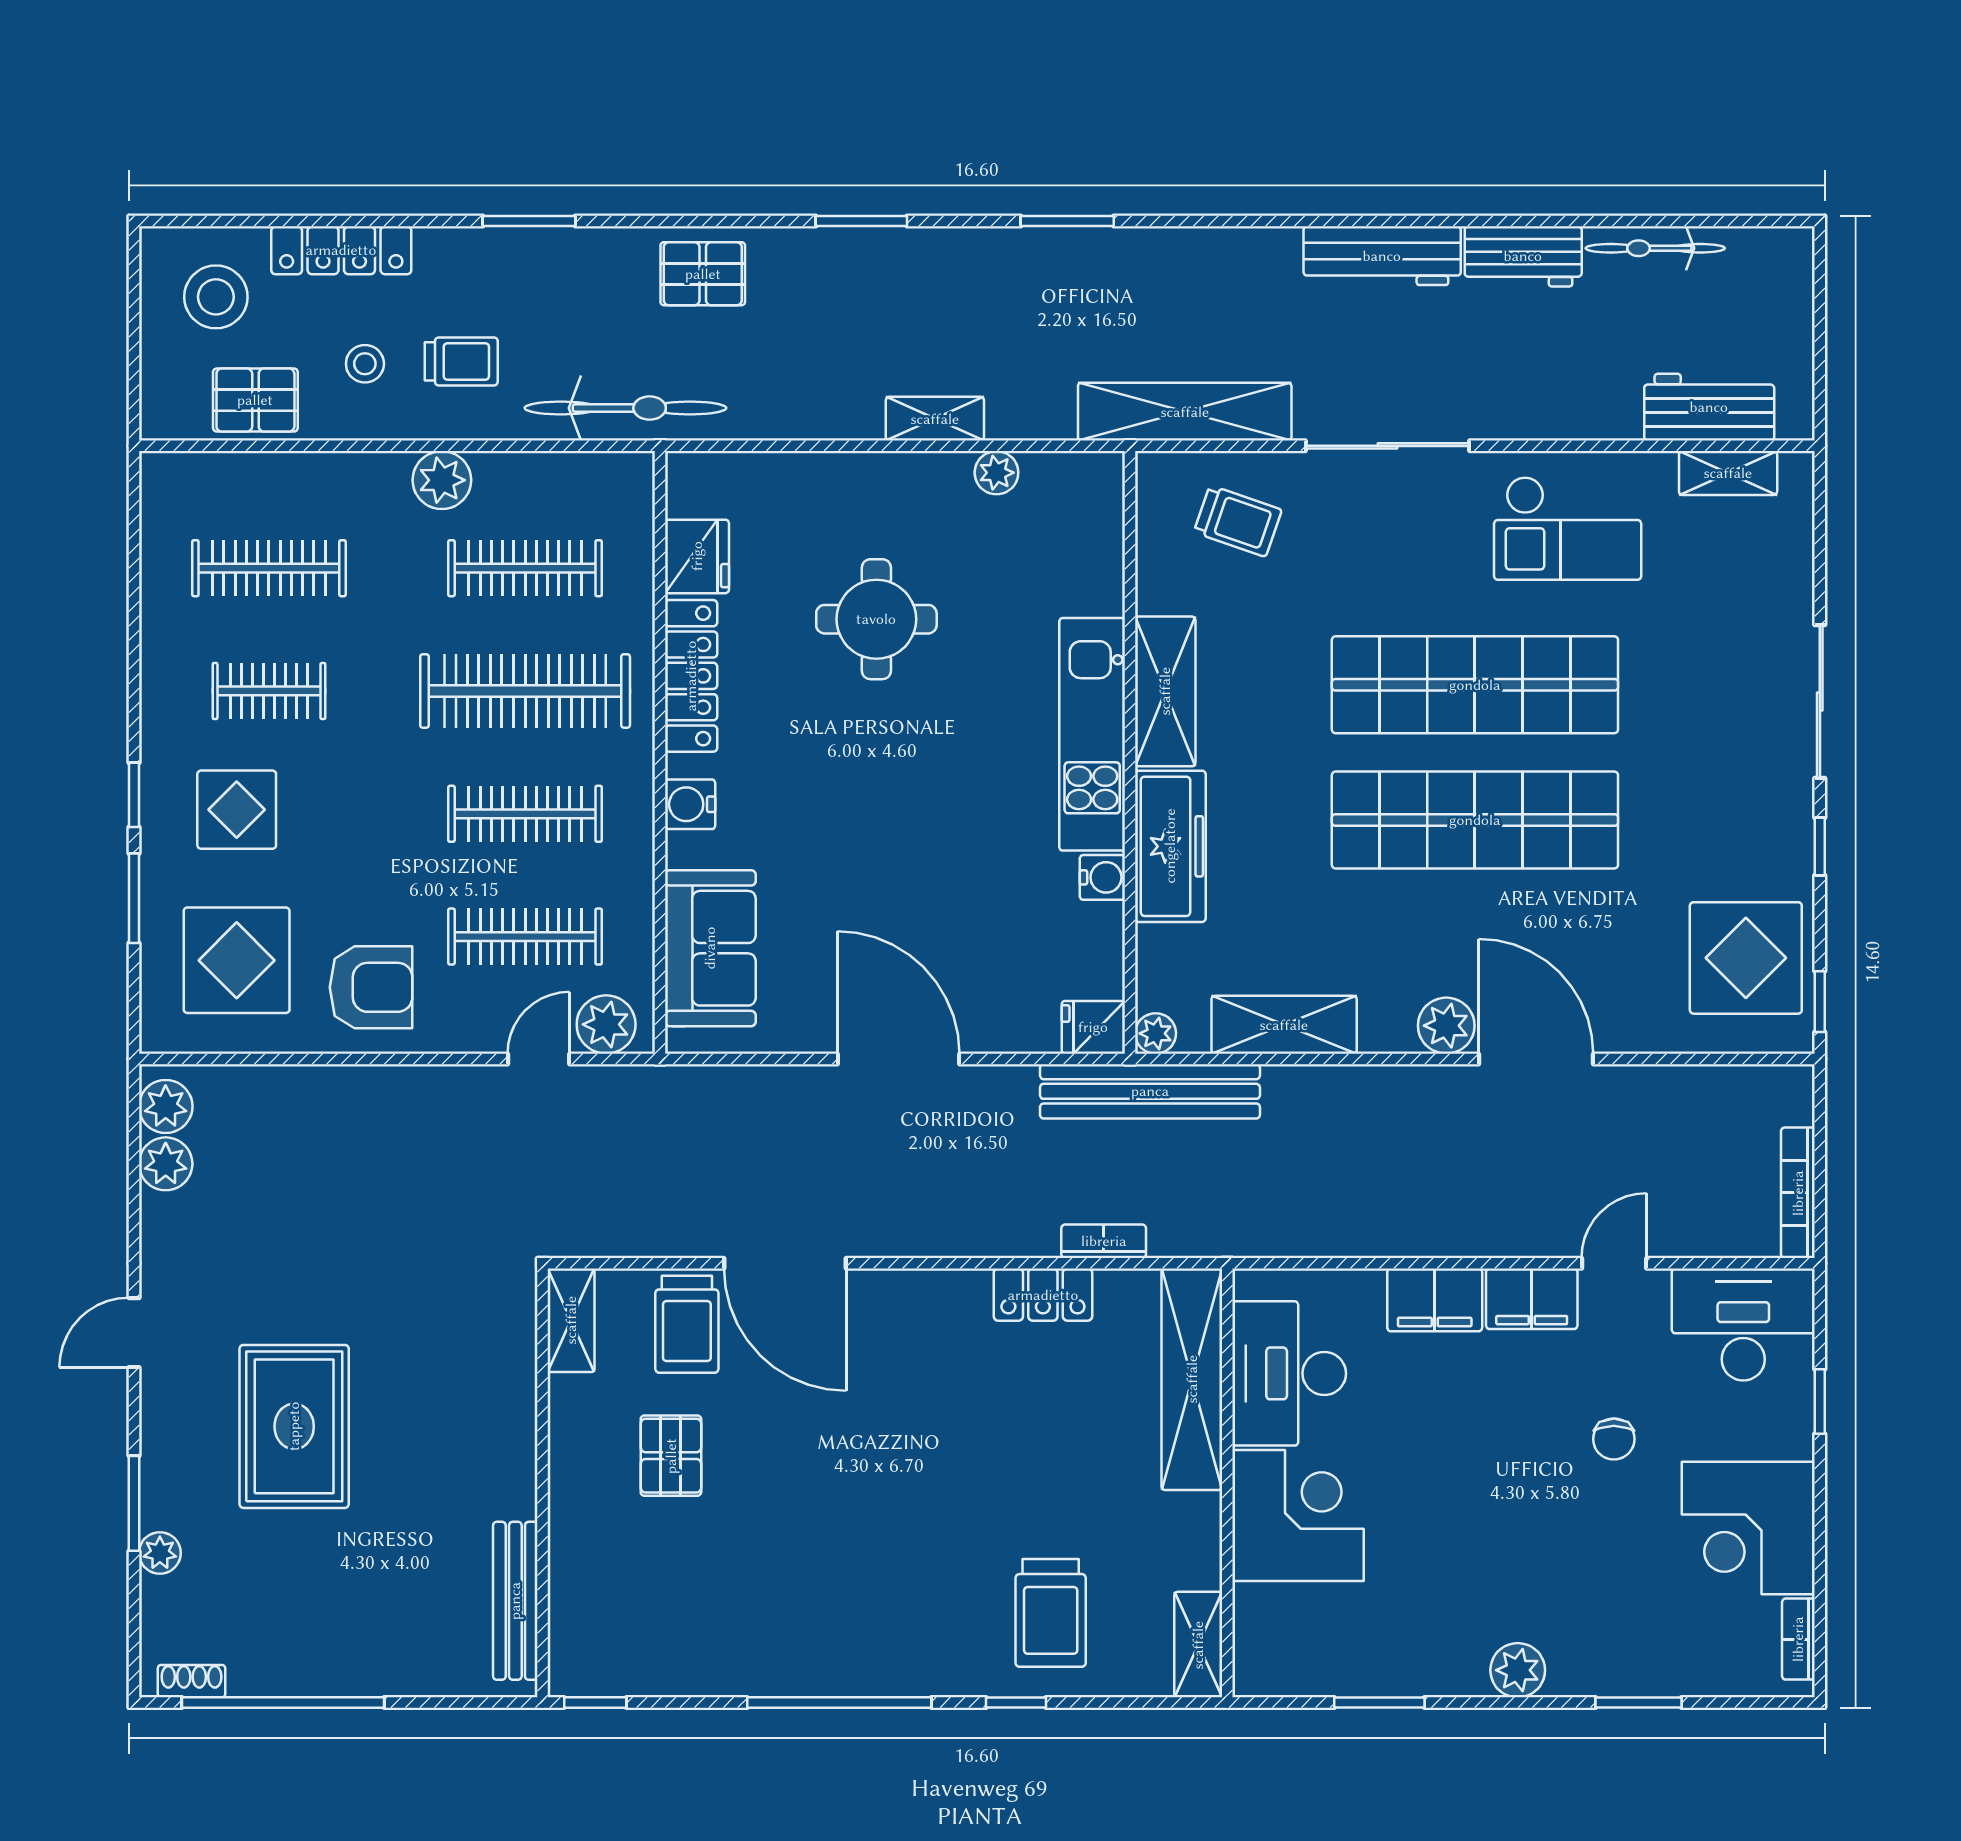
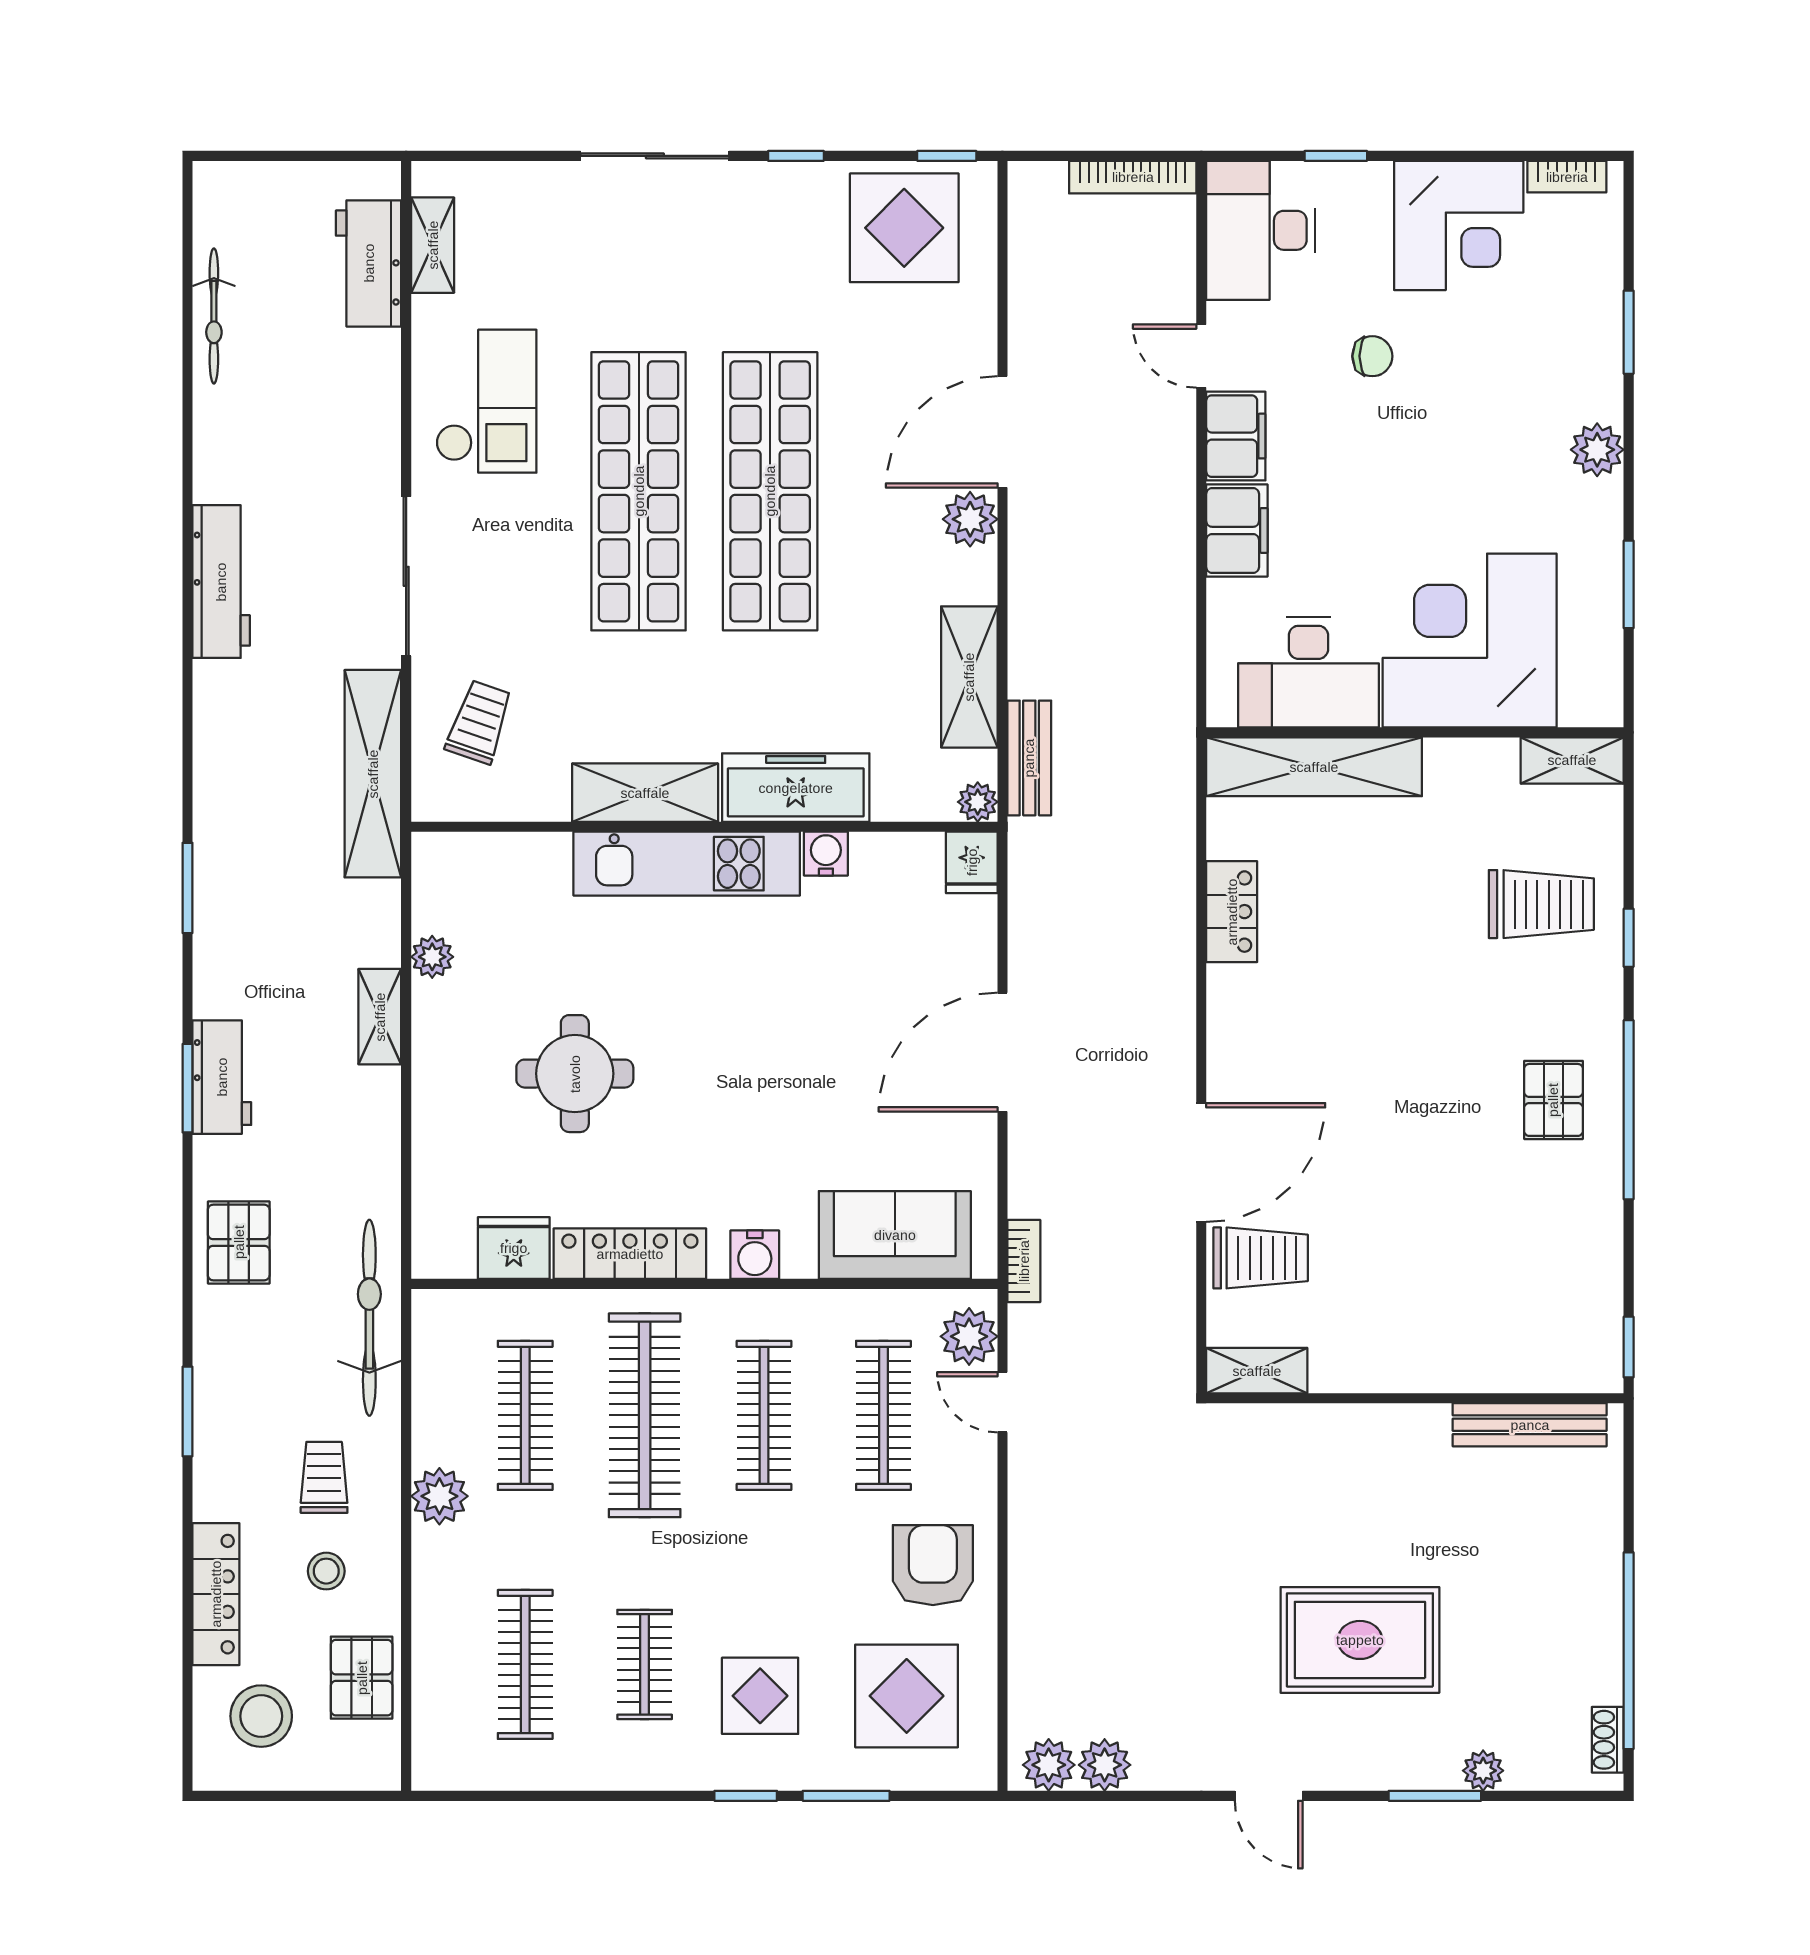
workbench: (1523, 256) -> (222, 1077), moved
bench: (1150, 1091) -> (1029, 758), width x0.54, depth x0.82
bookcase: (1104, 1241) -> (1024, 1261), moved, turned 180
pallet: (671, 1456) -> (1553, 1100), moved, turned 90
corner desk: (1298, 1516) -> (1470, 640), width x1.36, depth x1.36

